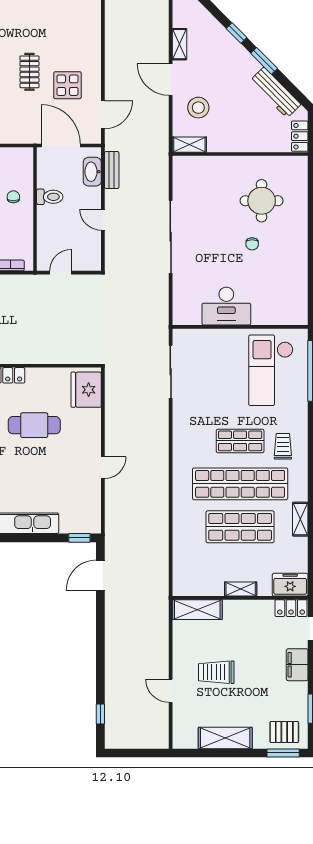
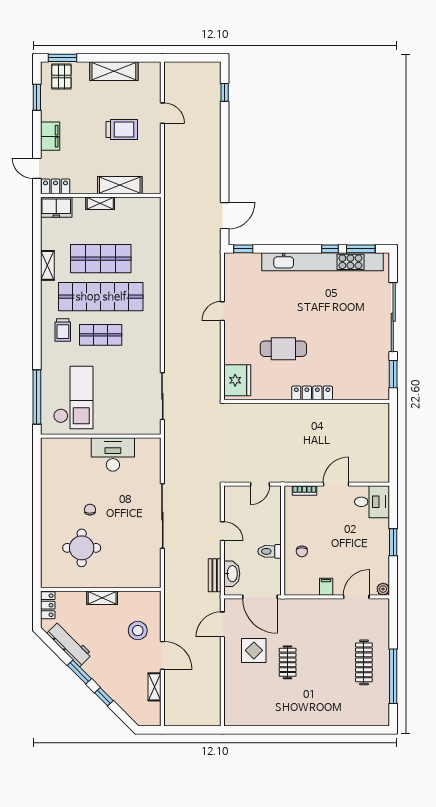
shelving: (189, 145) -> (102, 598), moved
shelving: (197, 610) -> (120, 185), moved
pallet: (284, 732) -> (61, 77), turned 90

